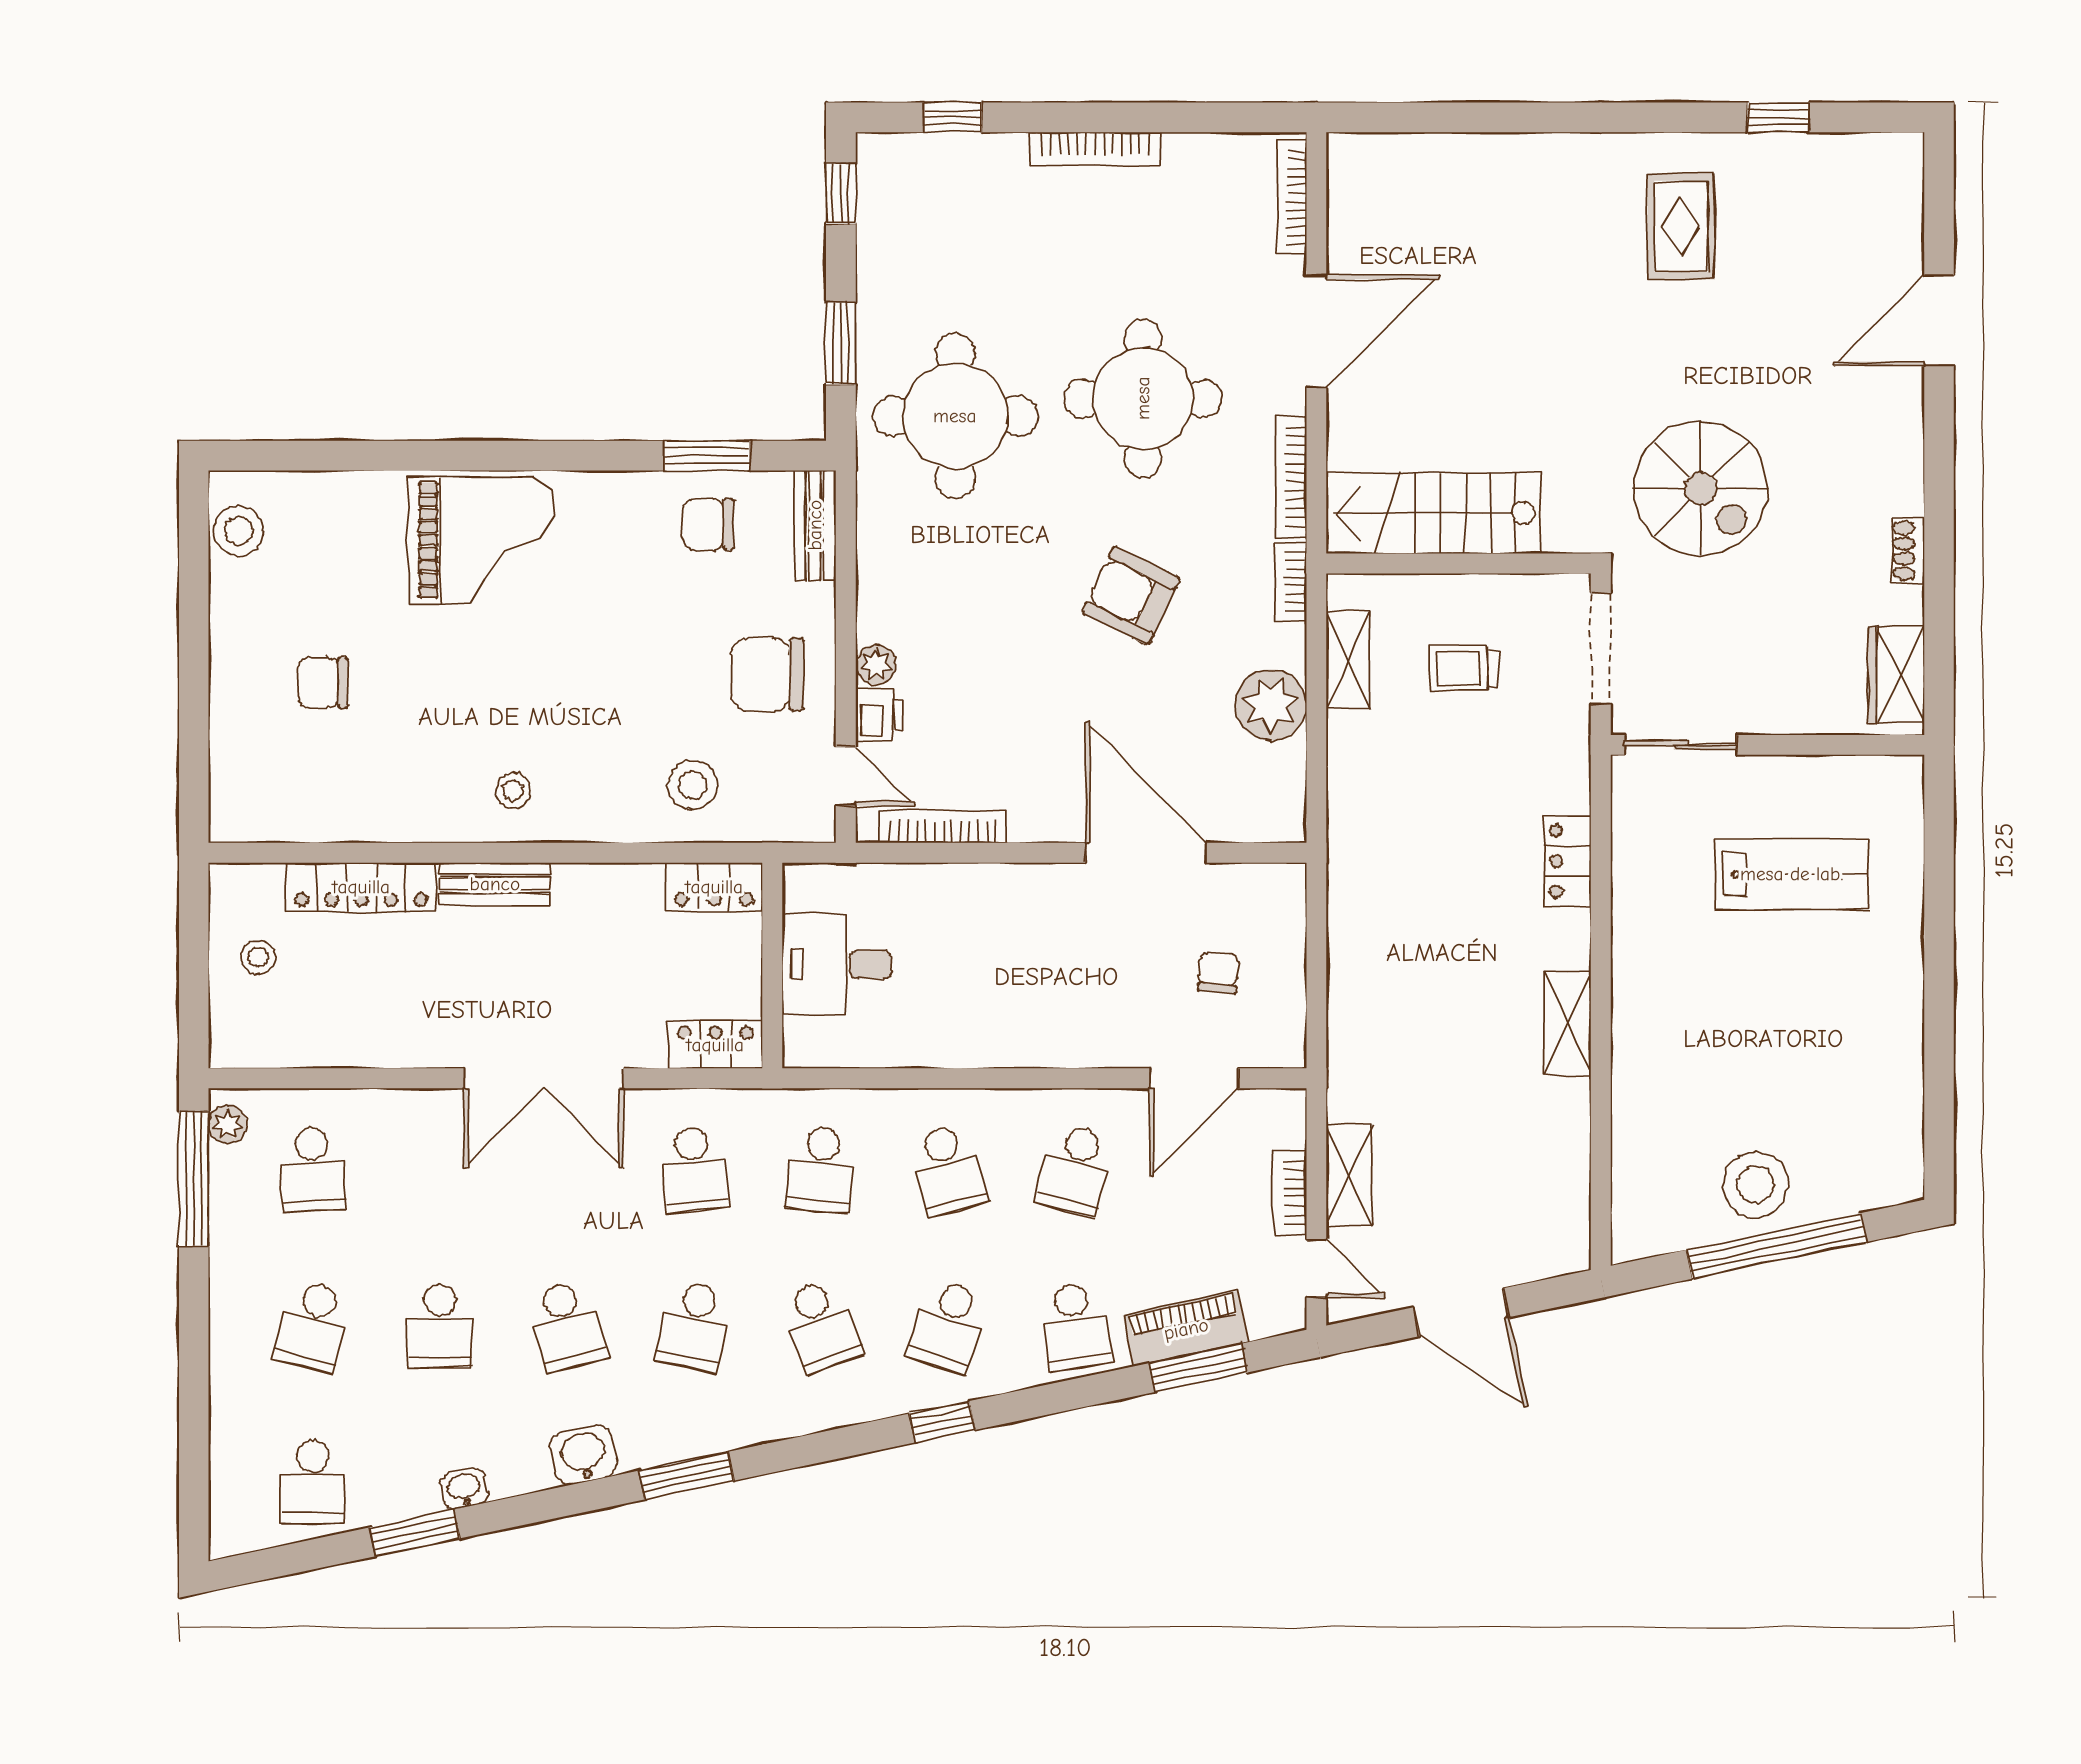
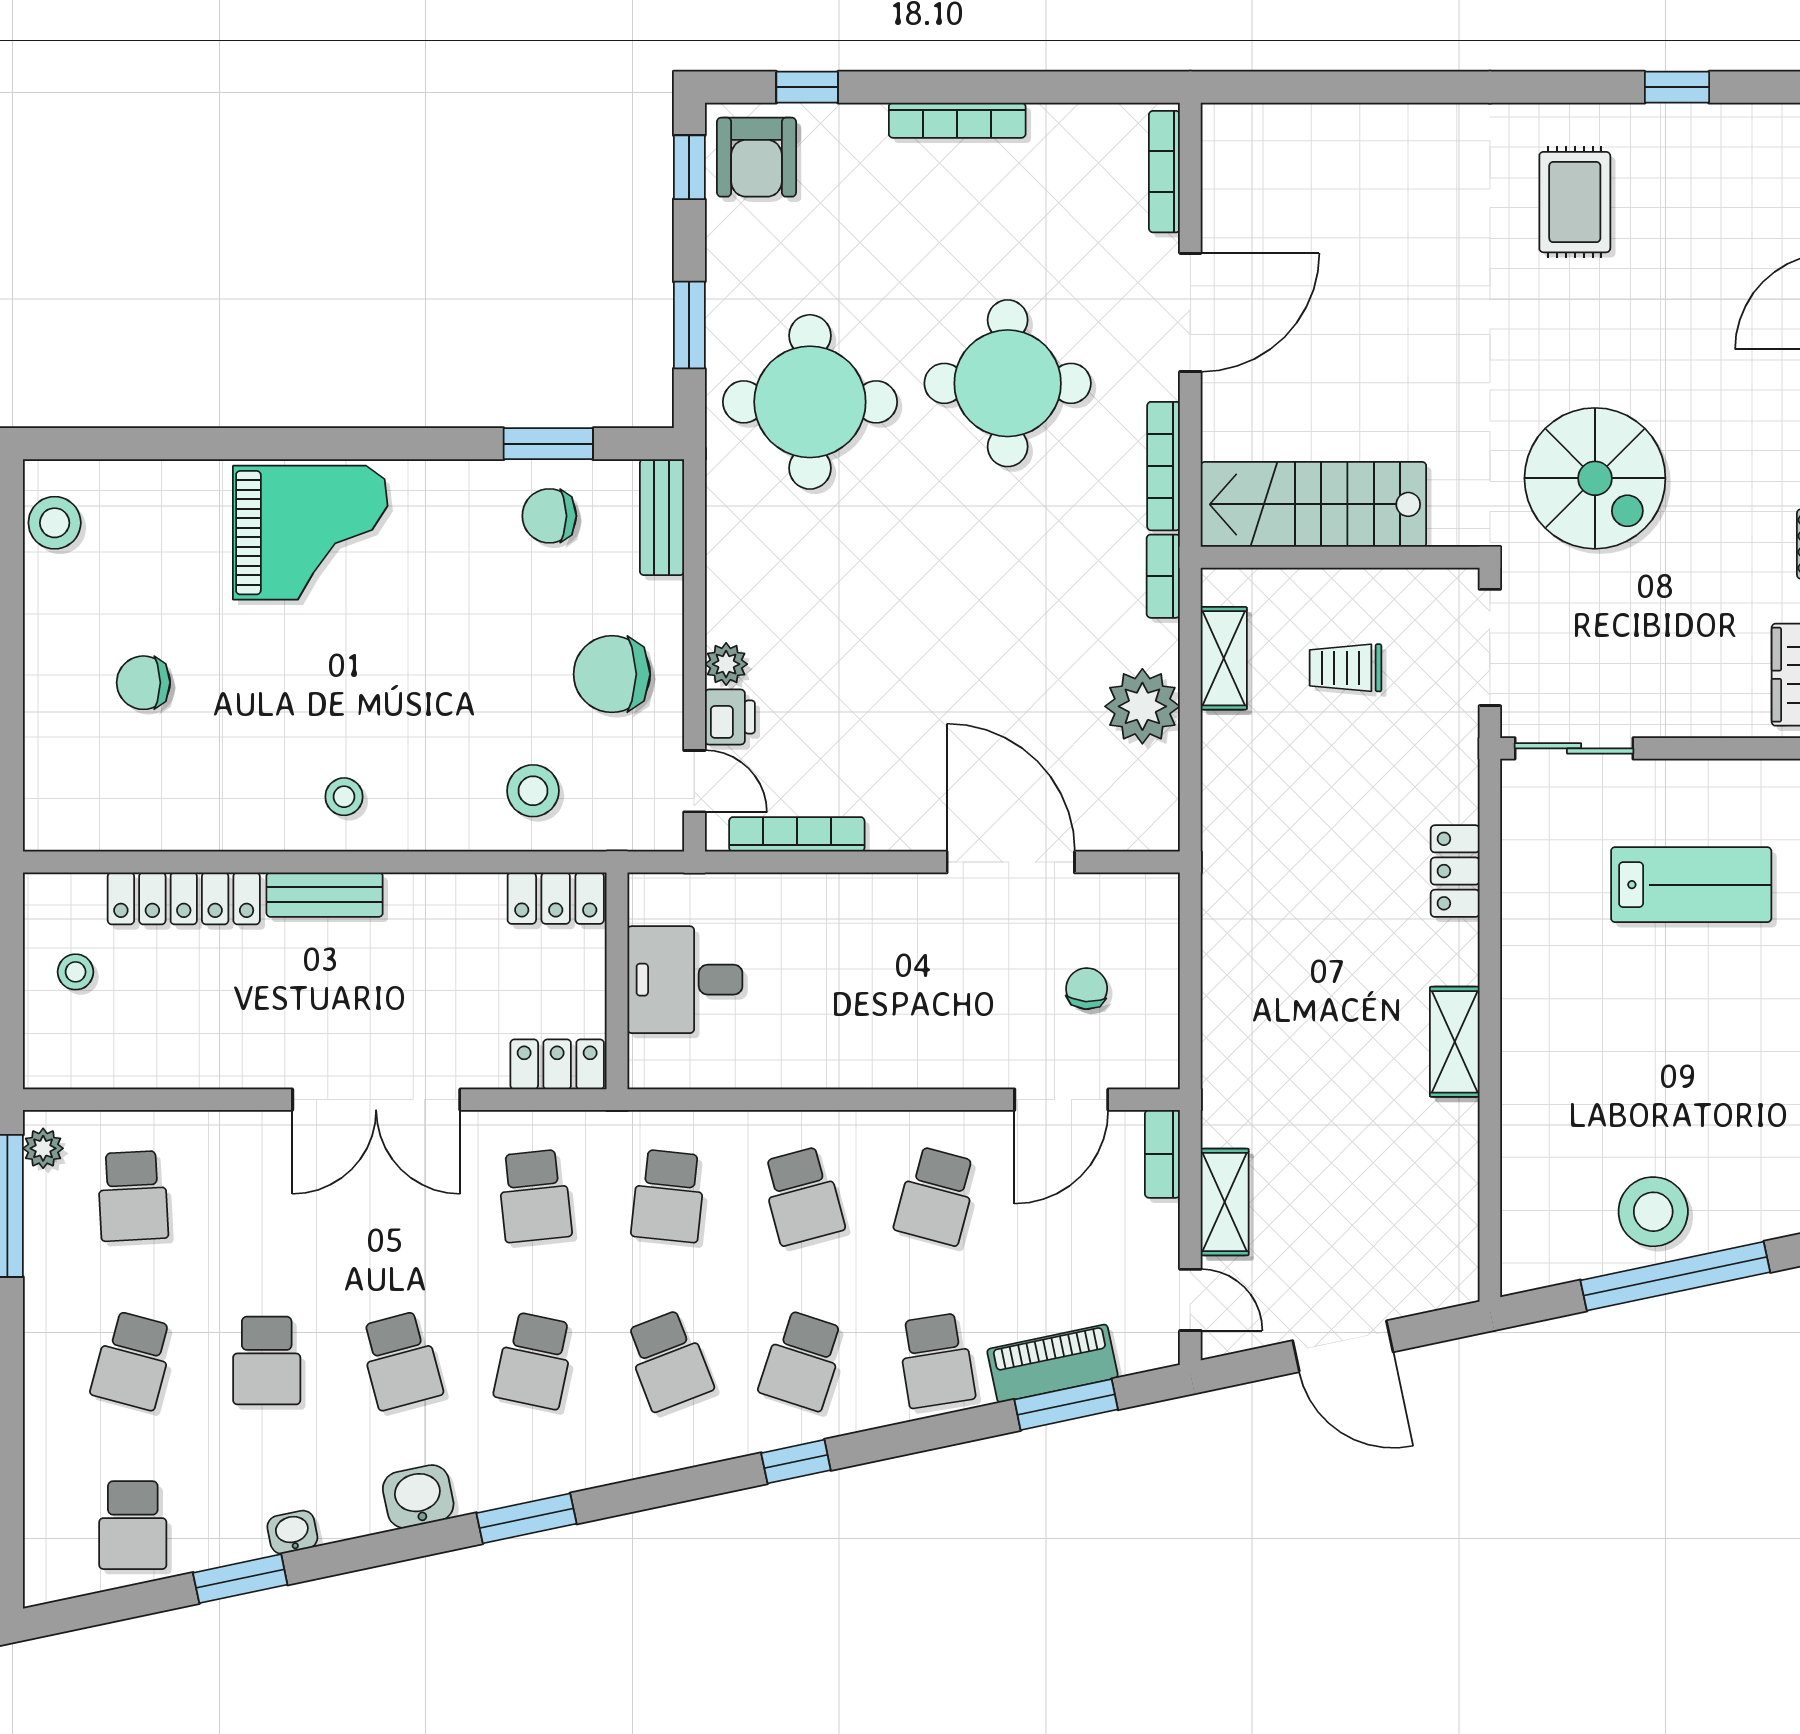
armchair: (1131, 595) -> (757, 157), moved, turned -116
bookcase: (1290, 1193) -> (1162, 1154), moved

